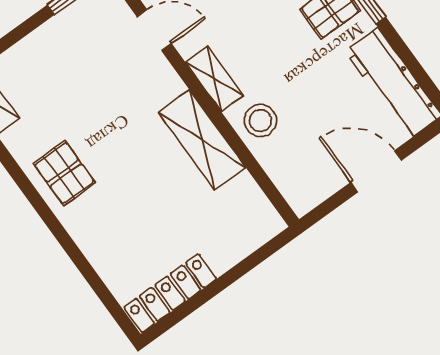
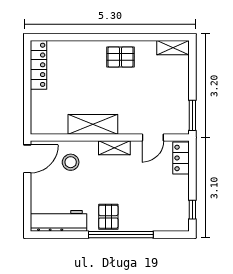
stool: (260, 121) -> (71, 162), moved
door: (376, 171) -> (27, 159), moved

